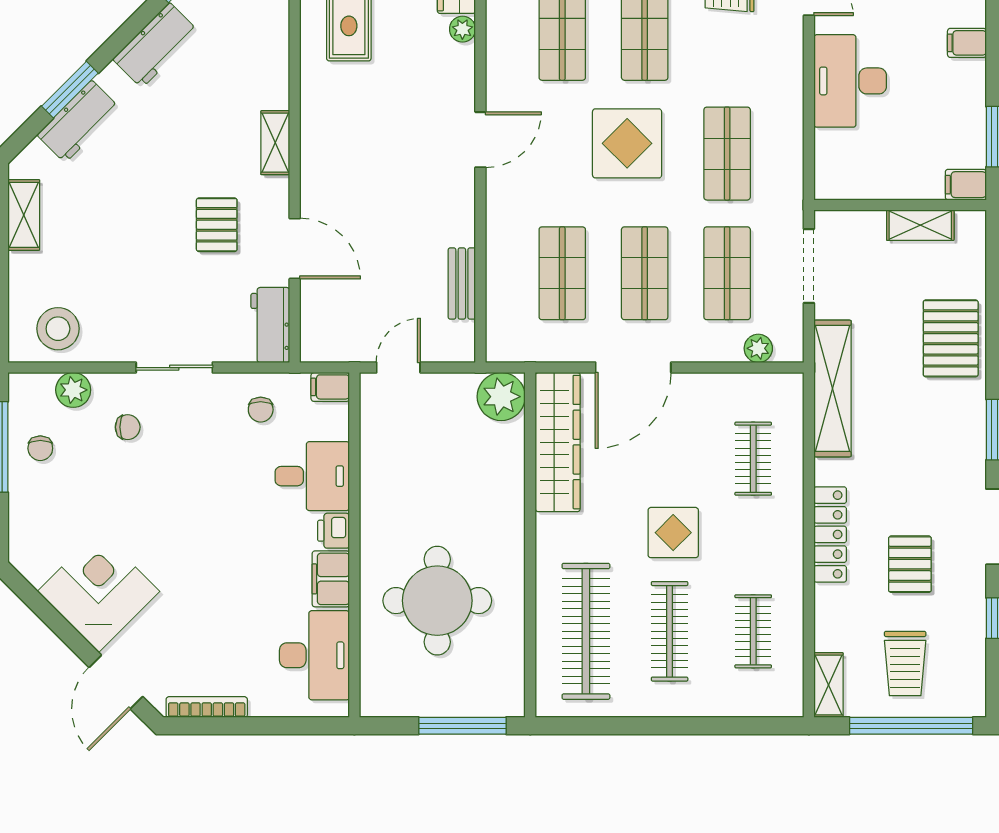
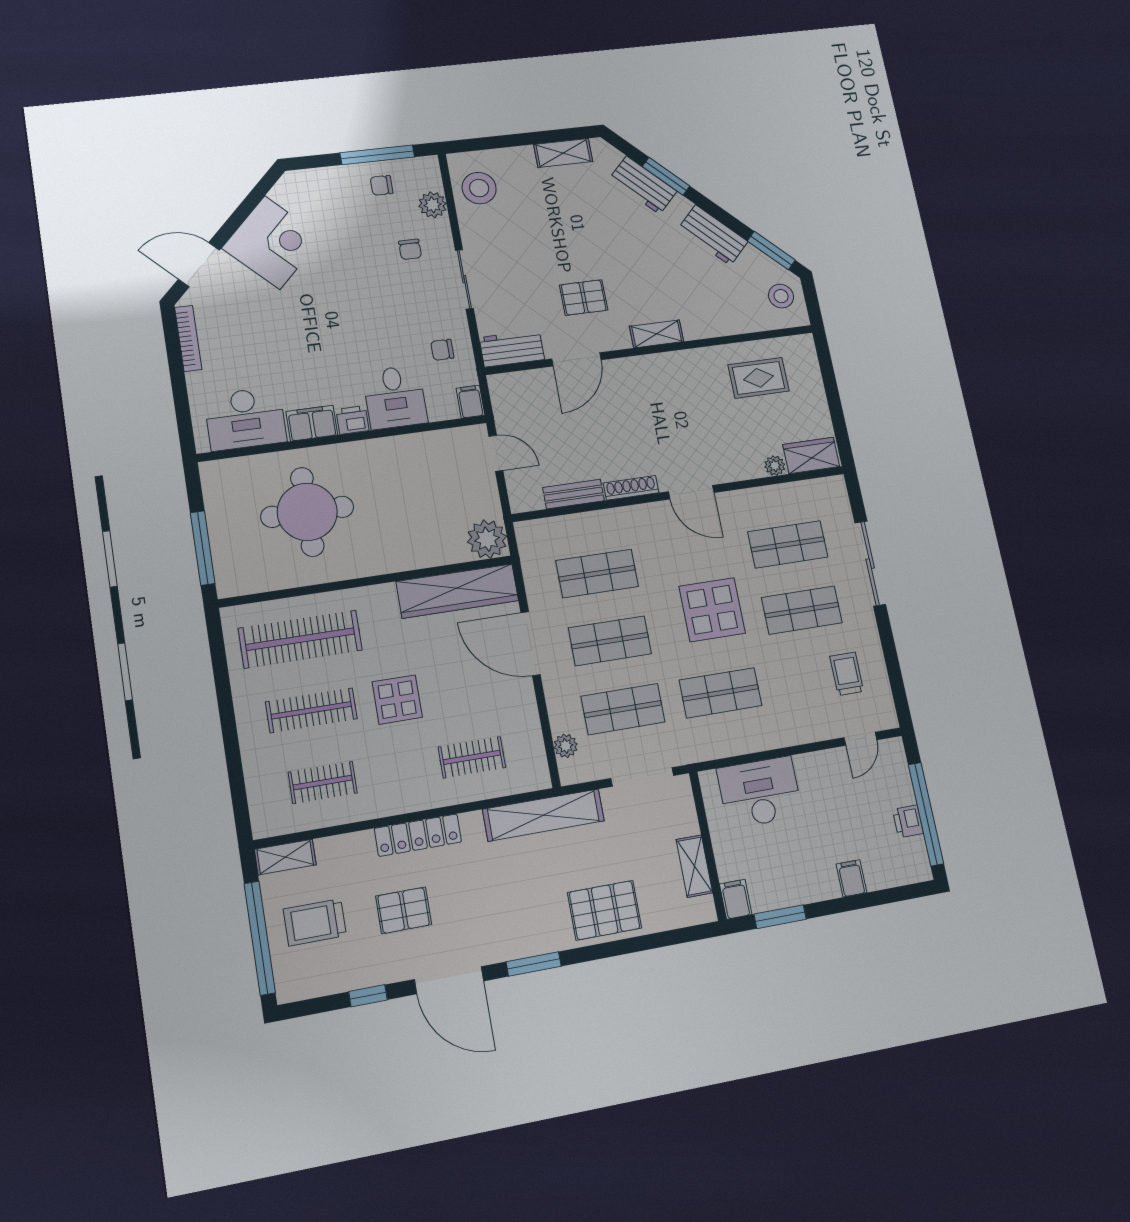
desk: (850, 81) -> (760, 792), moved
shoe rack: (464, 212) -> (631, 488), added

